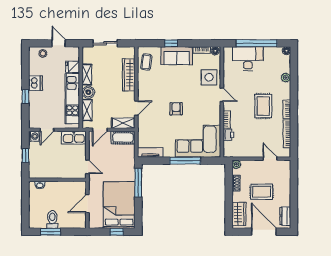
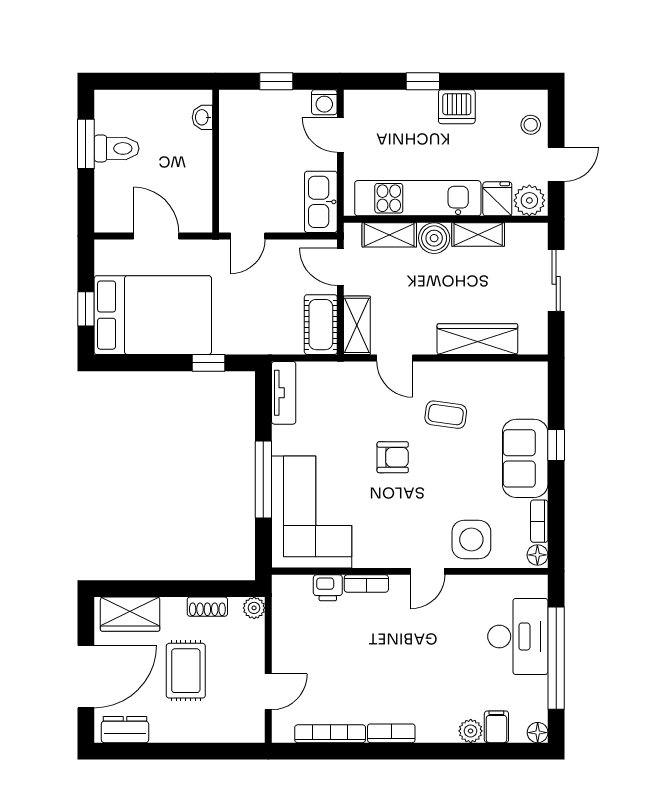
plant: (73, 54) -> (529, 200), added
coffee table: (146, 62) -> (446, 415), moved
filing cabinet: (284, 67) -> (496, 727), added
rug: (263, 106) -> (399, 675), removed
window: (138, 183) -> (208, 363), width x0.46

